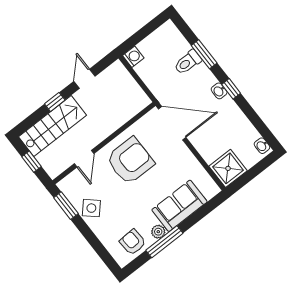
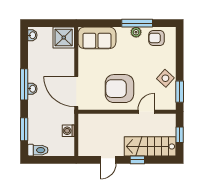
window: (204, 54) -> (24, 129), moved
washing machine: (133, 57) -> (68, 131), moved
toilet: (188, 62) -> (38, 150), moved
window: (231, 89) -> (24, 84), width x2.17
sofa: (179, 206) -> (97, 38), moved
armchair: (133, 242) -> (157, 38), turned 93

